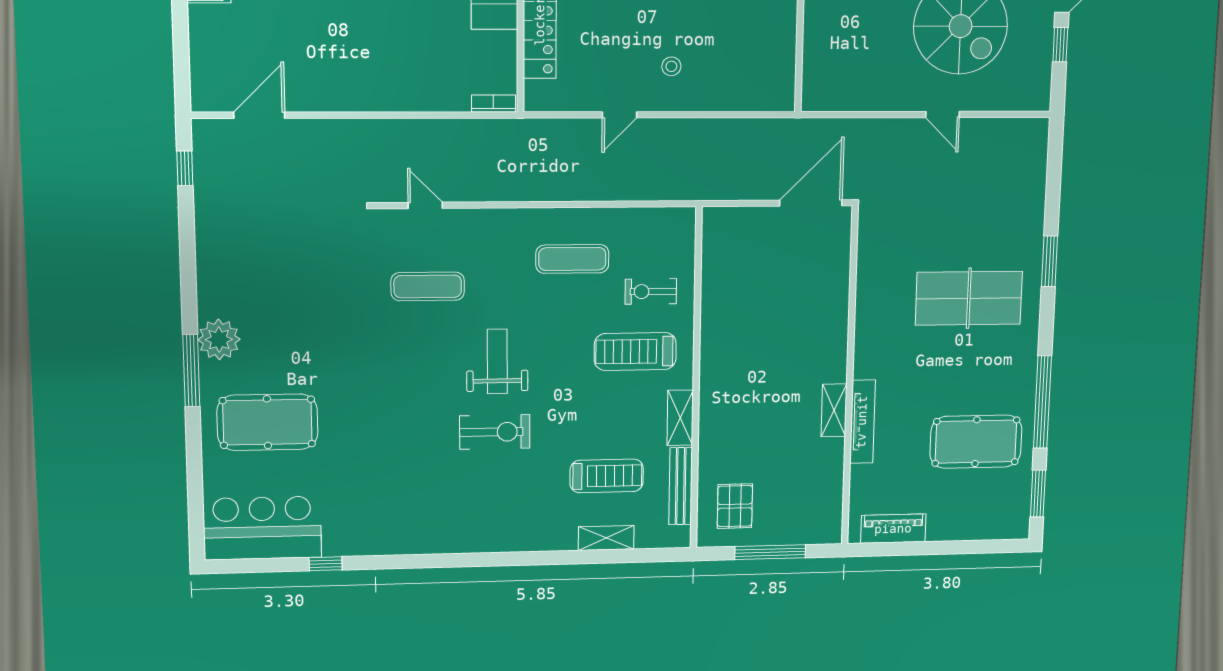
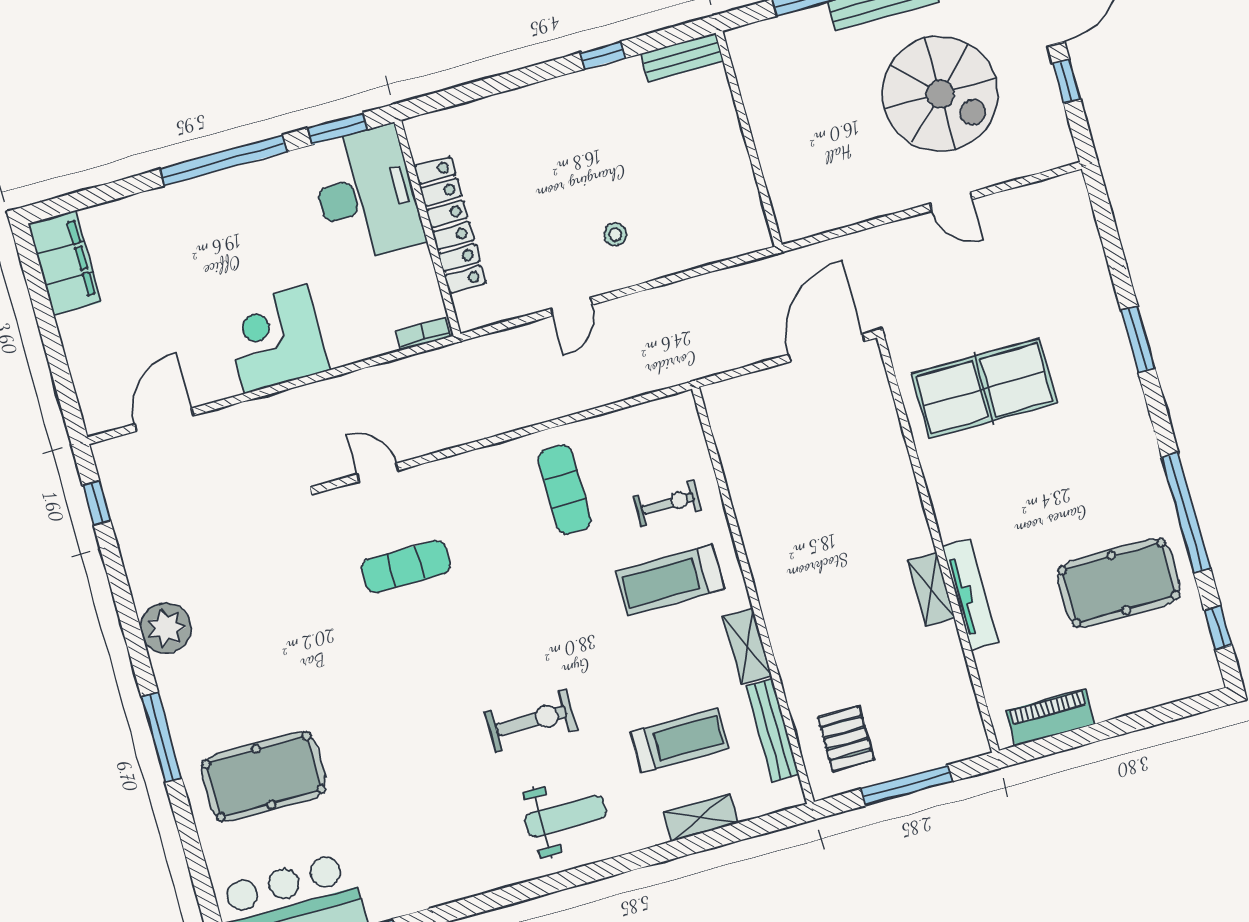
corner desk: (370, 74) -> (275, 339), added
exercise mat: (572, 259) -> (565, 489), turned 90
exercise bike: (651, 291) -> (668, 503), turned 180
table tennis table: (969, 298) -> (984, 389), moved
plant: (219, 340) -> (166, 628), moved
weight bench: (497, 361) -> (566, 816), moved, turned 90
window: (1038, 494) -> (1218, 628), width x0.67

